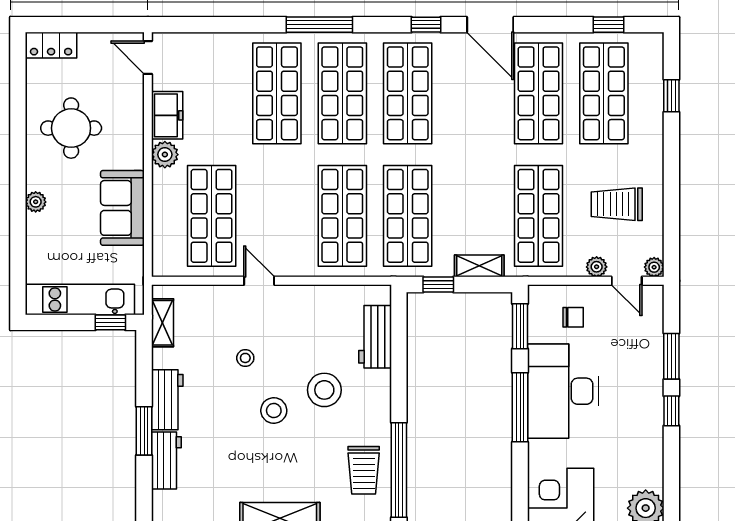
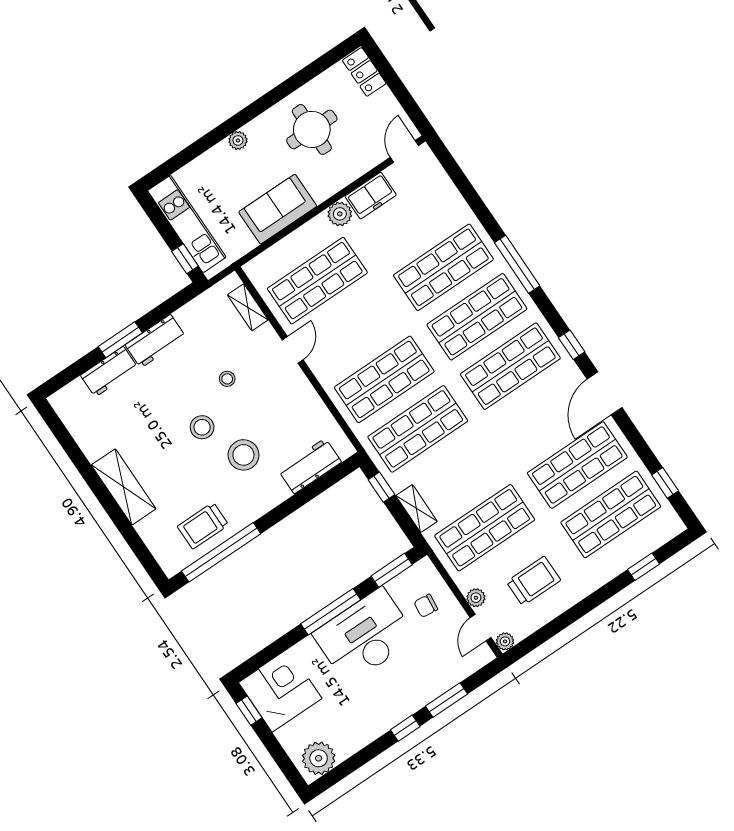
trolley: (617, 204) -> (534, 581), turned 90
chair: (573, 317) -> (426, 606), turned 96
shelving: (162, 323) -> (248, 307), moved, turned 90

